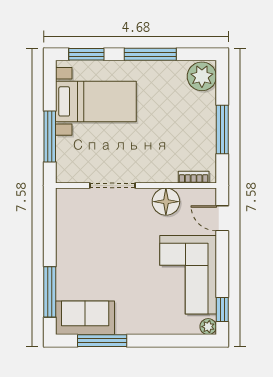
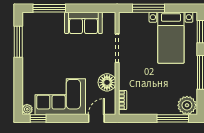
window: (222, 129) -> (173, 118), moved
sofa: (85, 318) -> (83, 23), moved, turned 90

